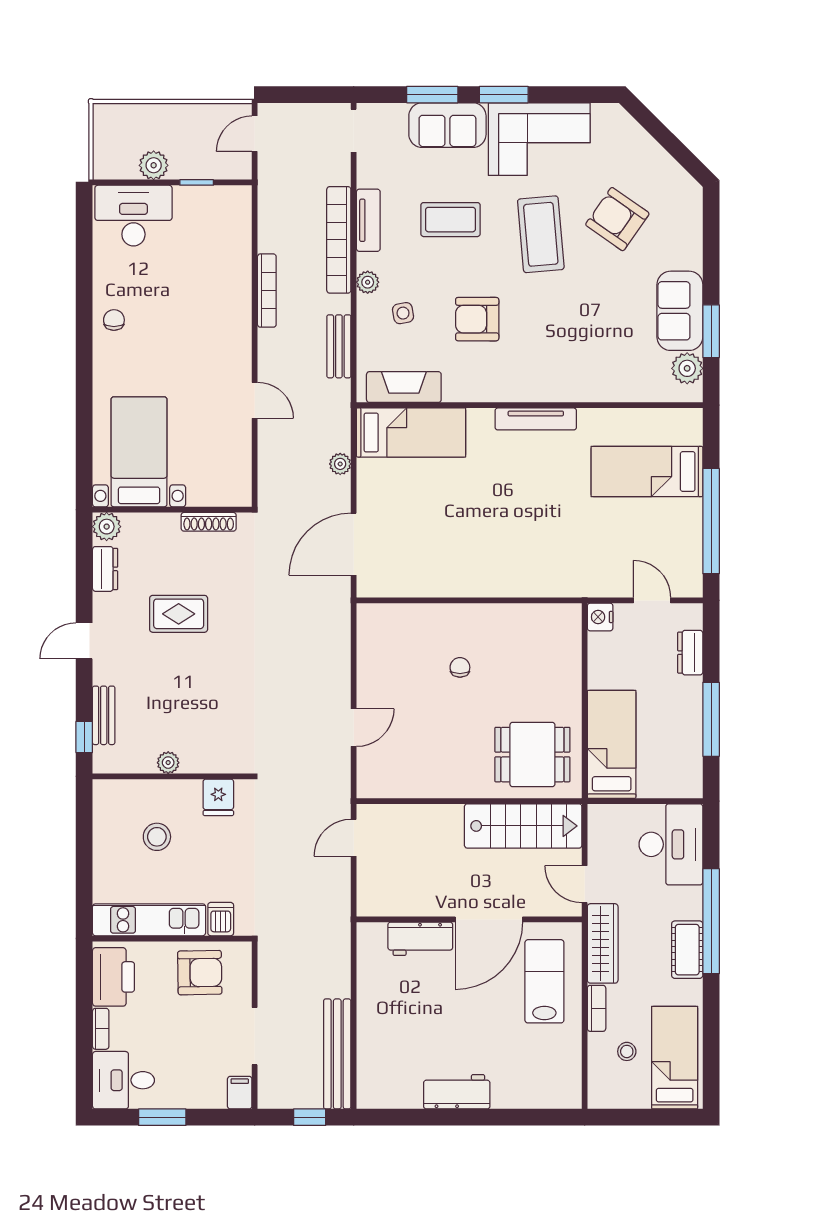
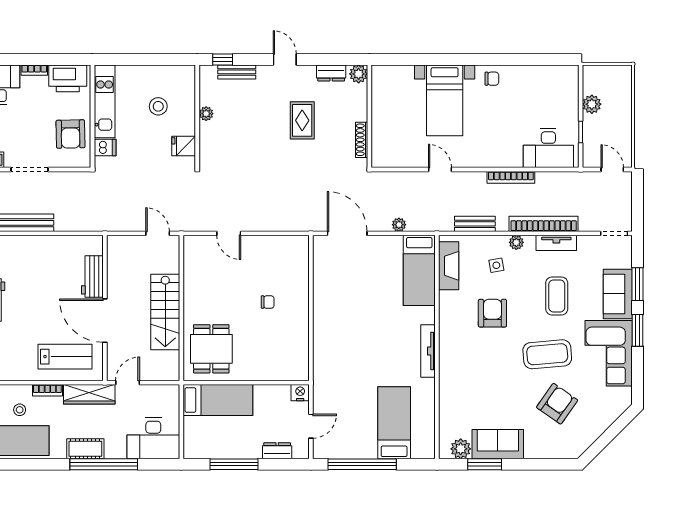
desk: (133, 216) -> (548, 148), moved, turned 90
door: (255, 400) -> (440, 170), swing flipped
bed with nightstands: (139, 452) -> (445, 100), moved, turned 90
stairs: (523, 826) -> (165, 312), moved

